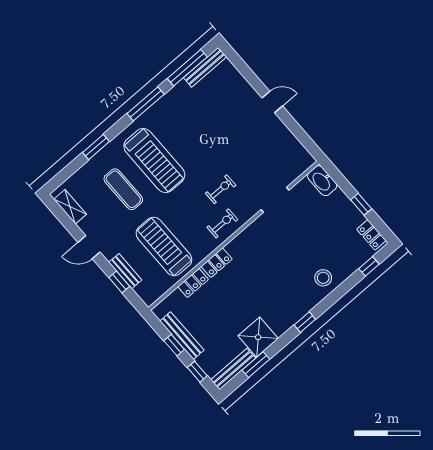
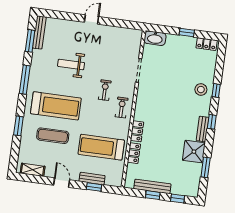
window: (187, 68) -> (30, 41), width x0.69
weight bench: (209, 131) -> (71, 64), added
door: (89, 247) -> (62, 183), swing flipped
window: (369, 266) -> (216, 90), moved
bench: (233, 369) -> (203, 129), moved, width x0.73

